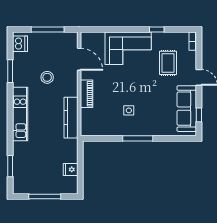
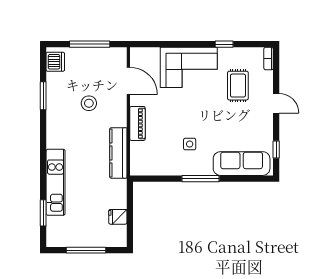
sofa: (187, 109) -> (242, 164), moved, turned 90
kitchen unit: (20, 114) -> (56, 182), moved

